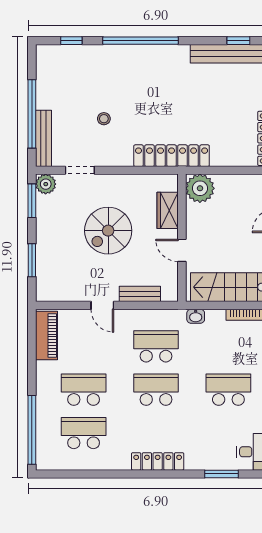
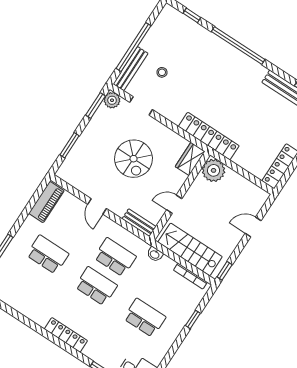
stool: (104, 119) -> (162, 72), moved
wardrobe: (168, 210) -> (190, 159), moved
spiral stairs: (108, 231) -> (134, 159), turned -90
door: (182, 250) -> (174, 204), hinge flipped
bench: (140, 294) -> (139, 223), moved
school desk: (84, 433) -> (29, 284), removed

